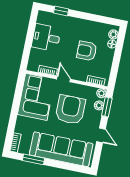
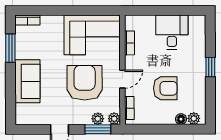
window: (61, 11) -> (210, 67), moved
armchair: (87, 51) -> (165, 88), turned 90
door: (64, 79) -> (122, 79), moved
armchair: (70, 110) -> (85, 83), turned -90
sofa: (61, 149) -> (27, 81), width x0.54, depth x0.79

